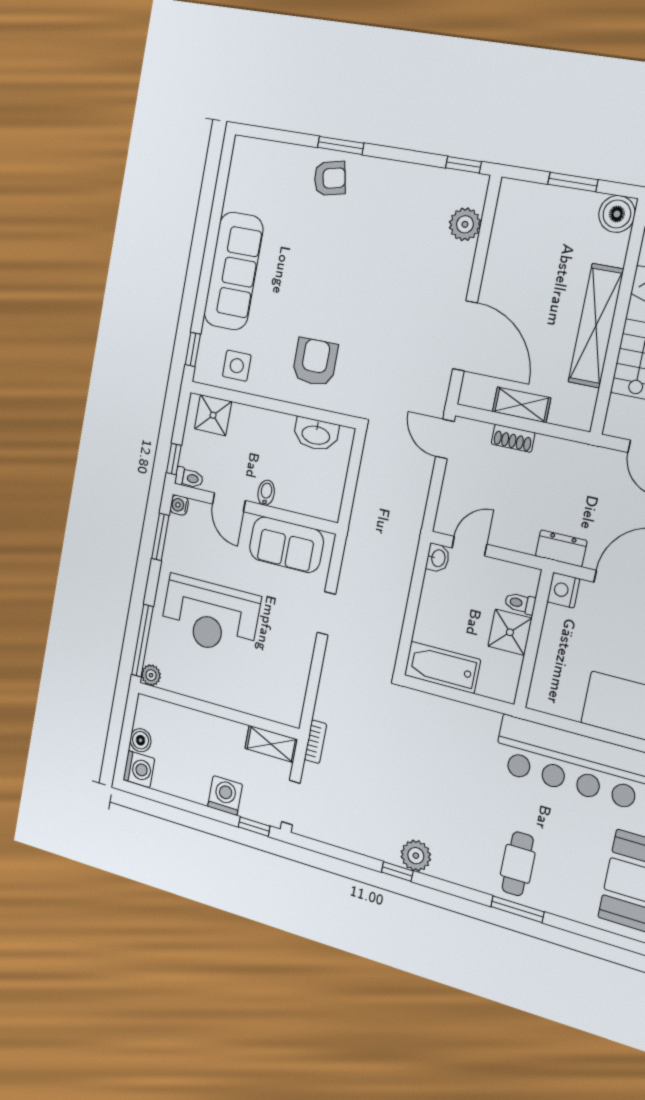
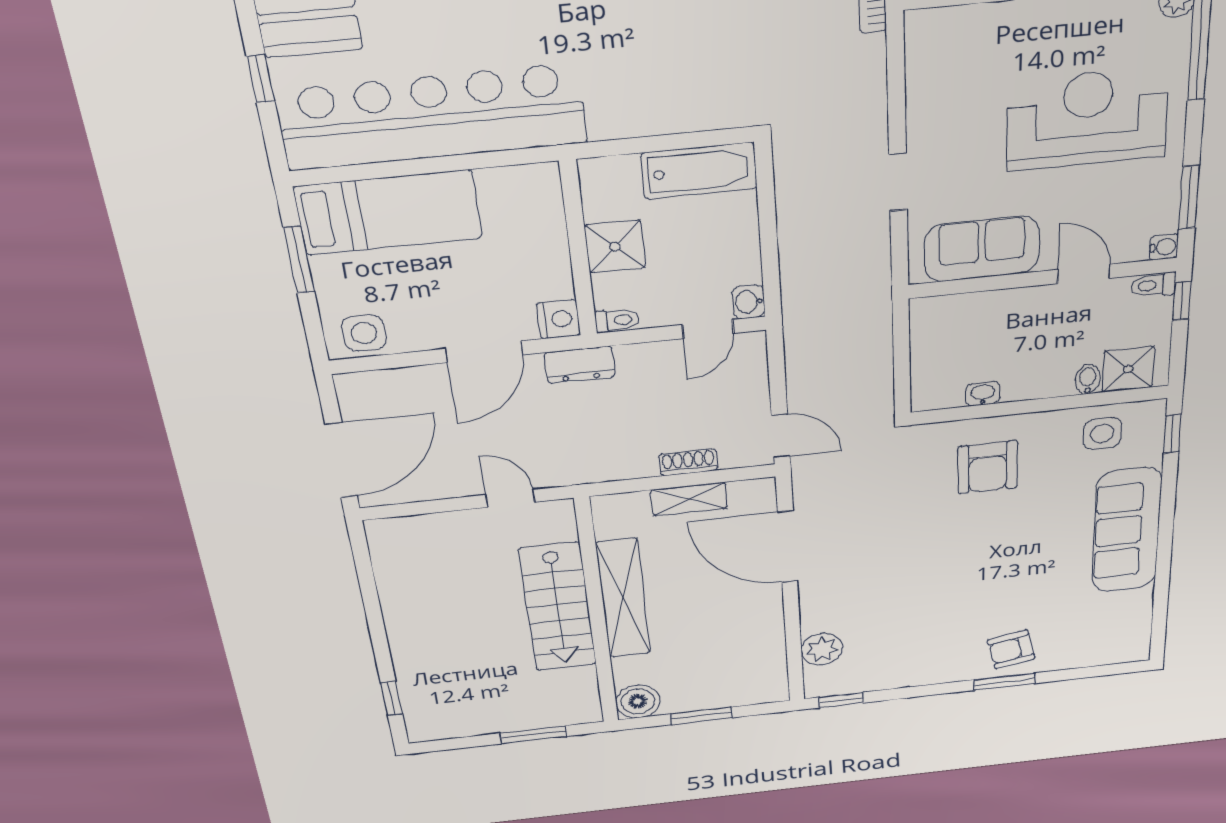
washbasin: (316, 434) -> (983, 394), width x0.52, depth x0.69
bidet: (266, 493) -> (1088, 379), moved, turned 180
toilet: (520, 603) -> (617, 320), moved

